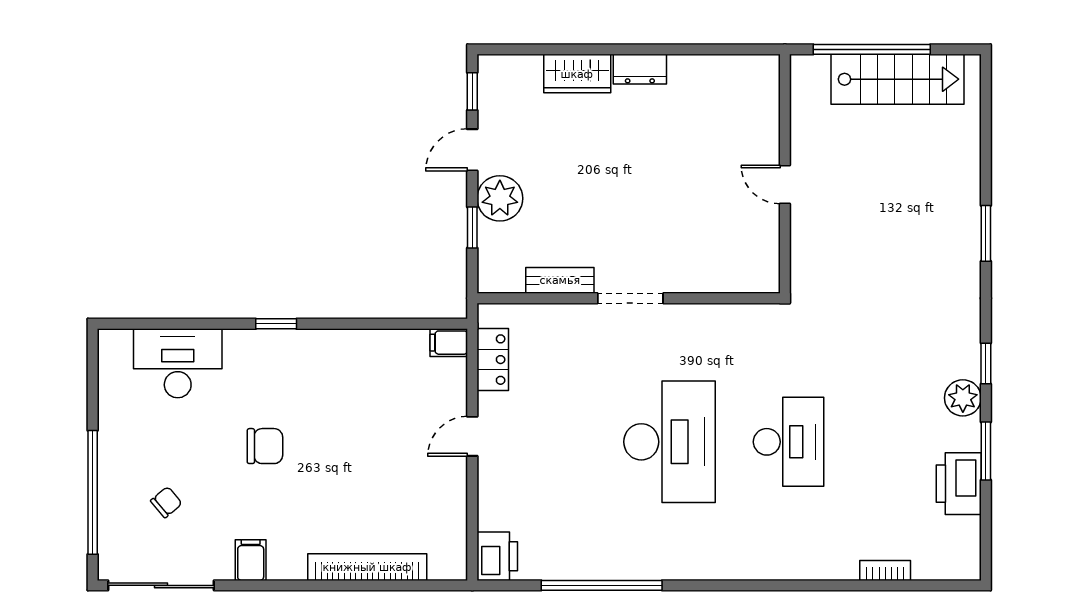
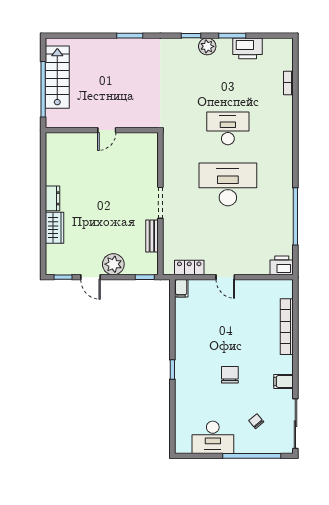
window: (472, 228) -> (145, 277), moved
desk: (178, 363) -> (213, 437), moved, turned -90

